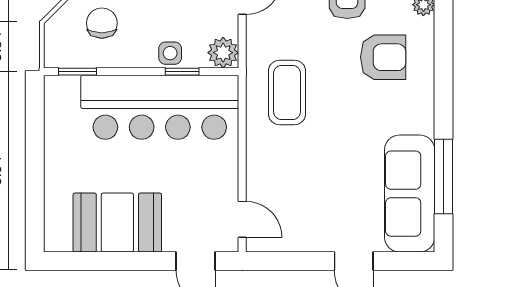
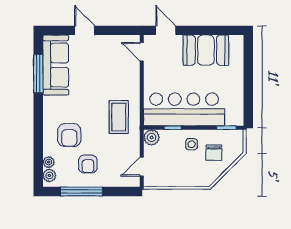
side table: (170, 53) -> (192, 144), moved
armchair: (383, 57) -> (69, 135), turned -90

